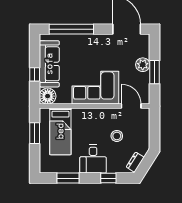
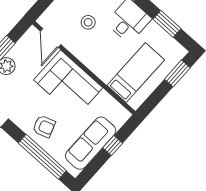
armchair: (87, 48) -> (44, 126), added
floor lamp: (48, 96) -> (119, 115), removed
window: (35, 133) -> (177, 73), moved

